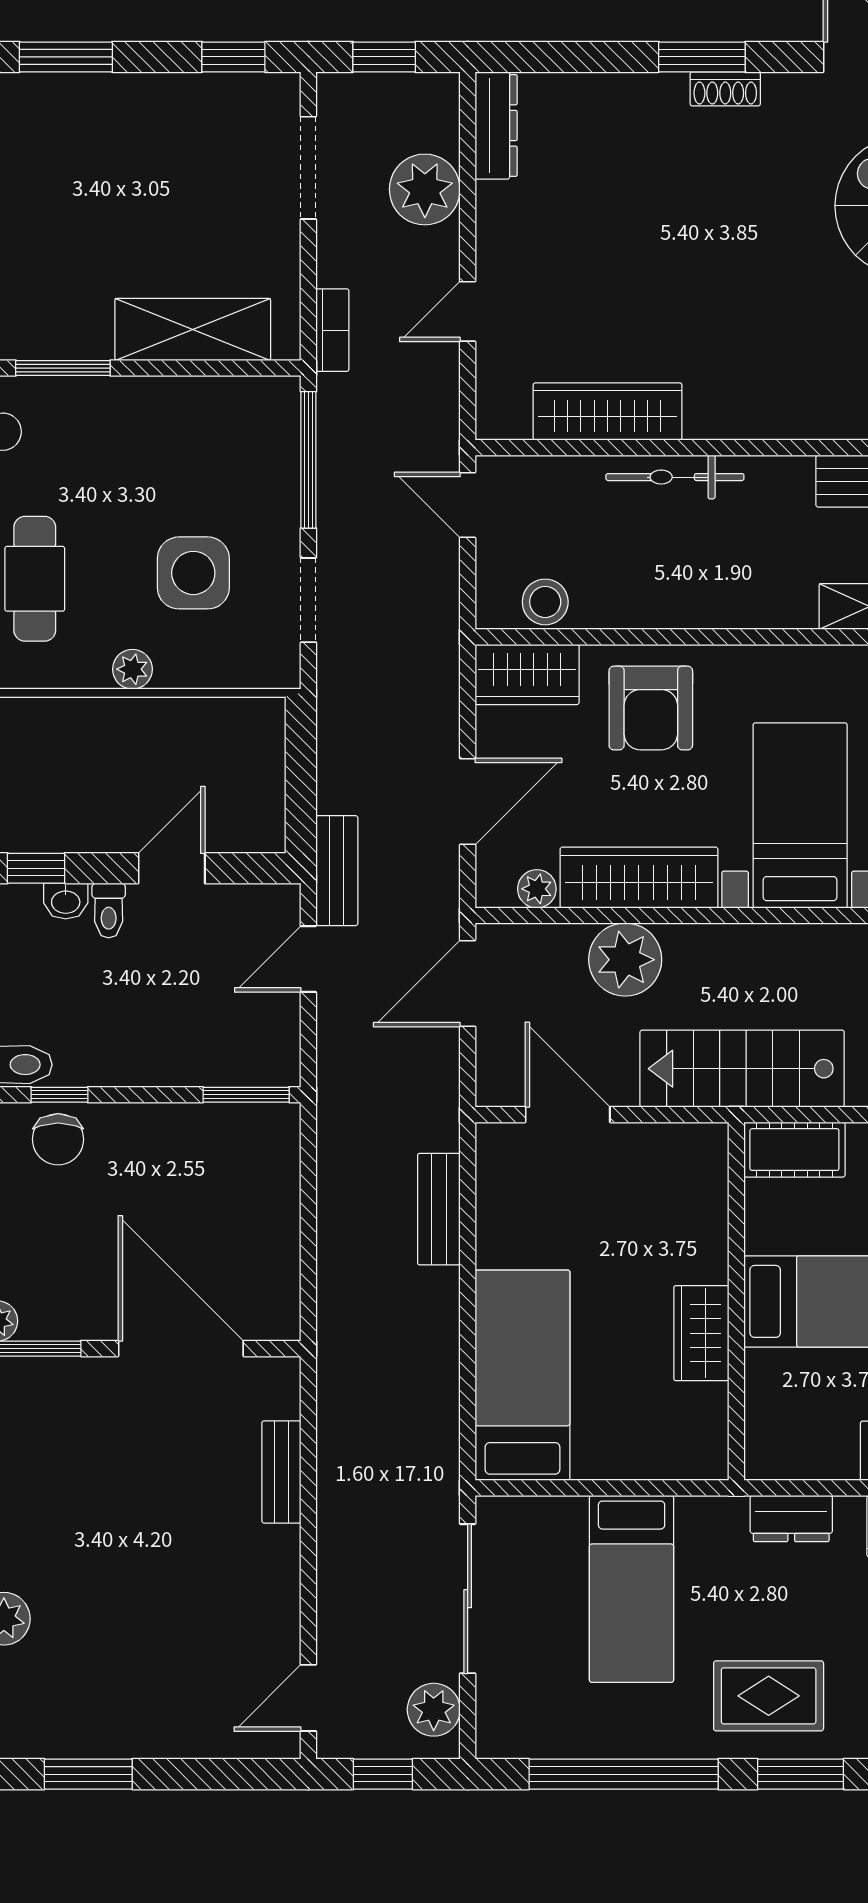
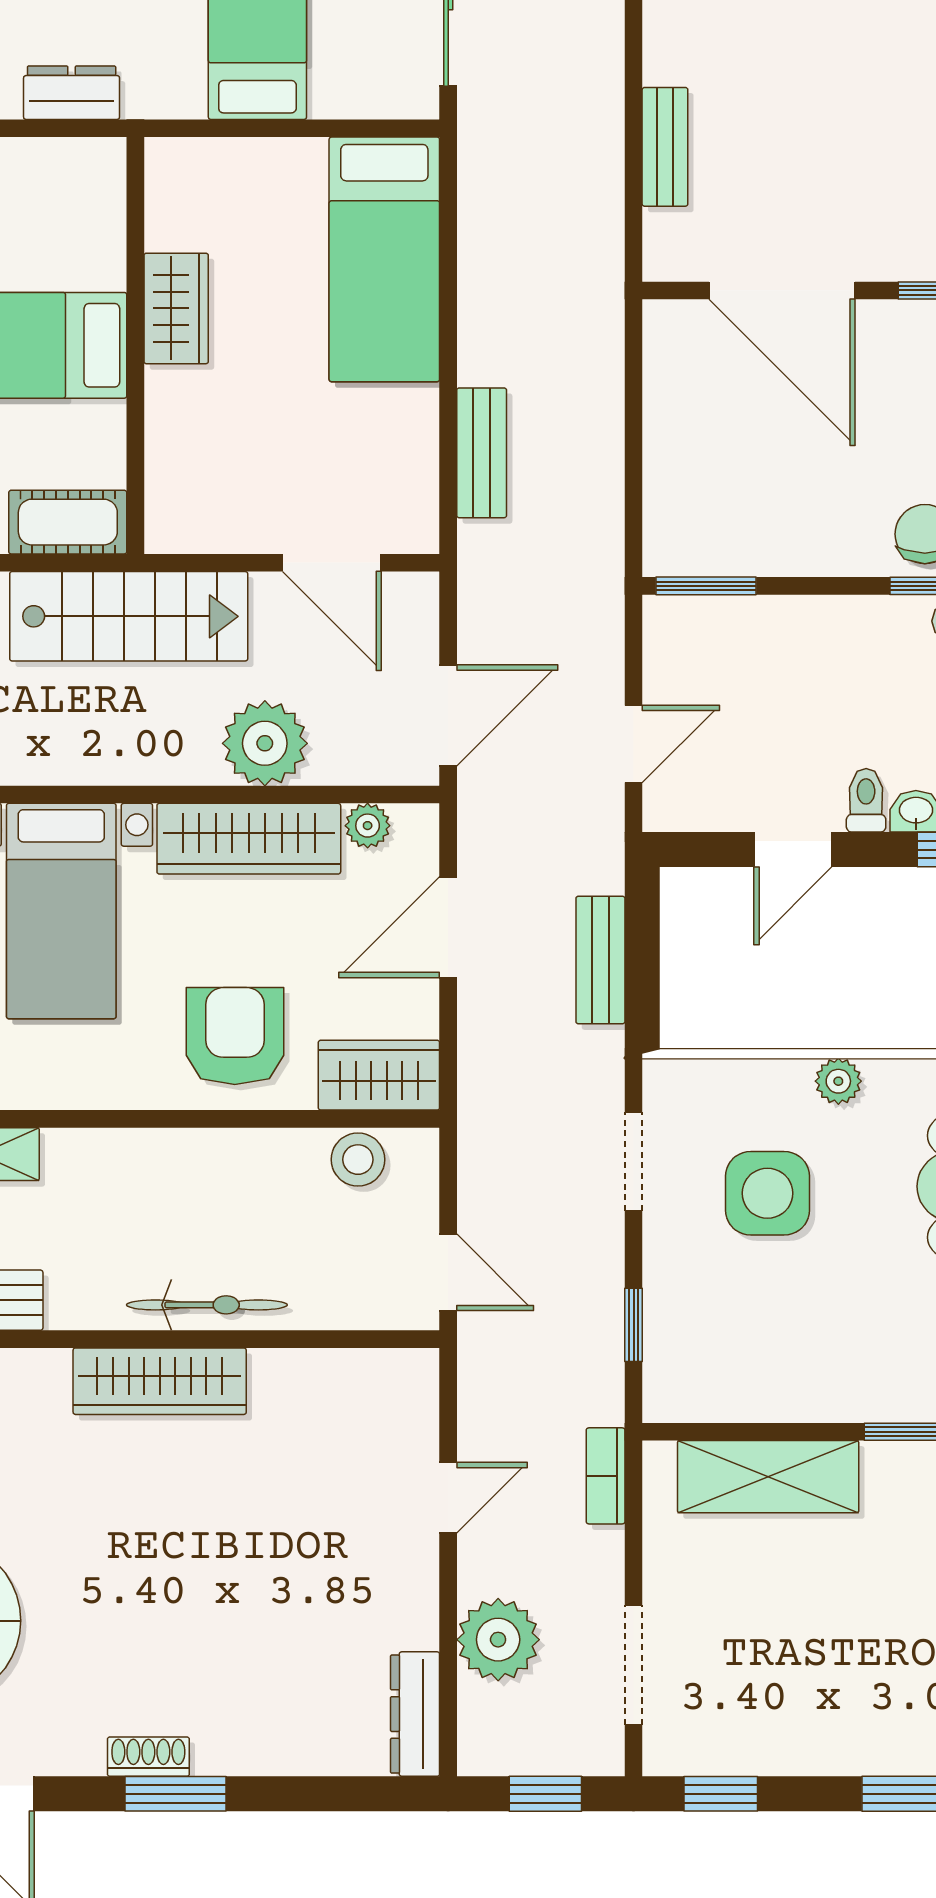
wardrobe: (608, 411) -> (160, 1381), moved
window: (308, 460) -> (634, 1325), width x0.46
bench: (337, 871) -> (600, 960), moved

